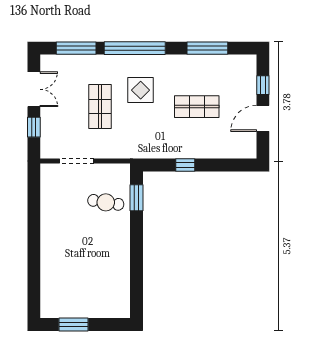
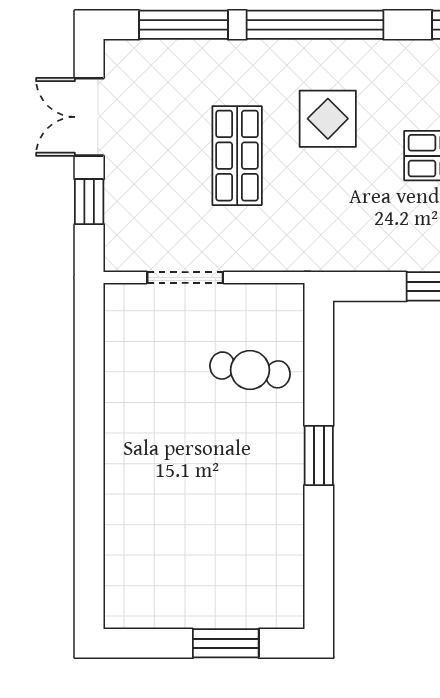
double door: (34, 89) -> (89, 117), swing flipped
window: (137, 198) -> (319, 455), moved
window: (73, 325) -> (226, 643), moved

